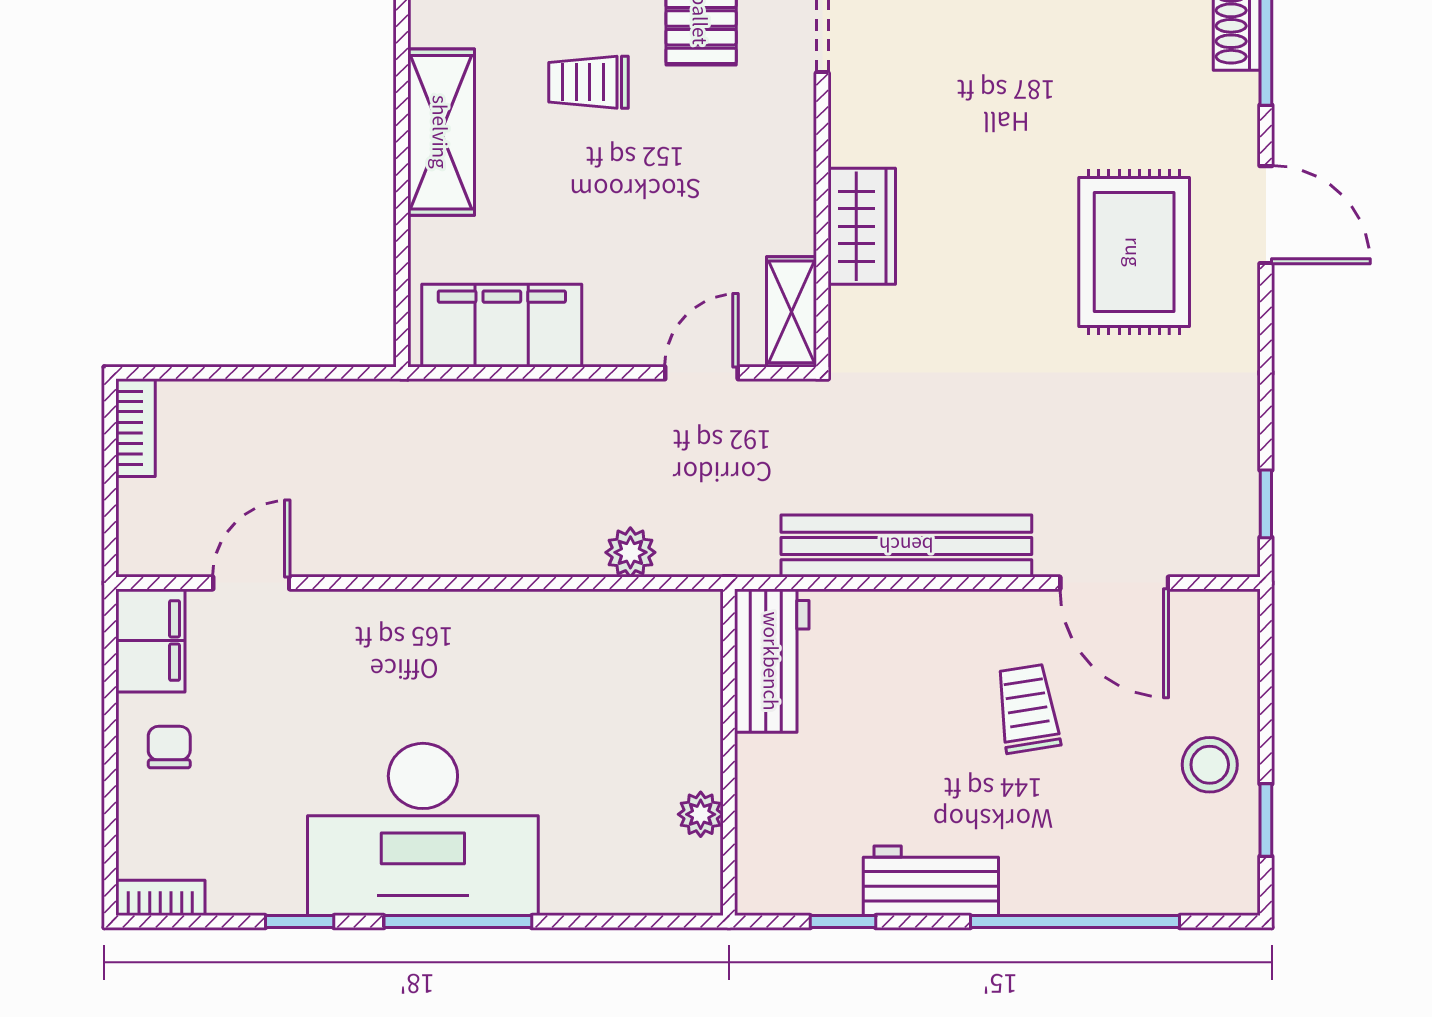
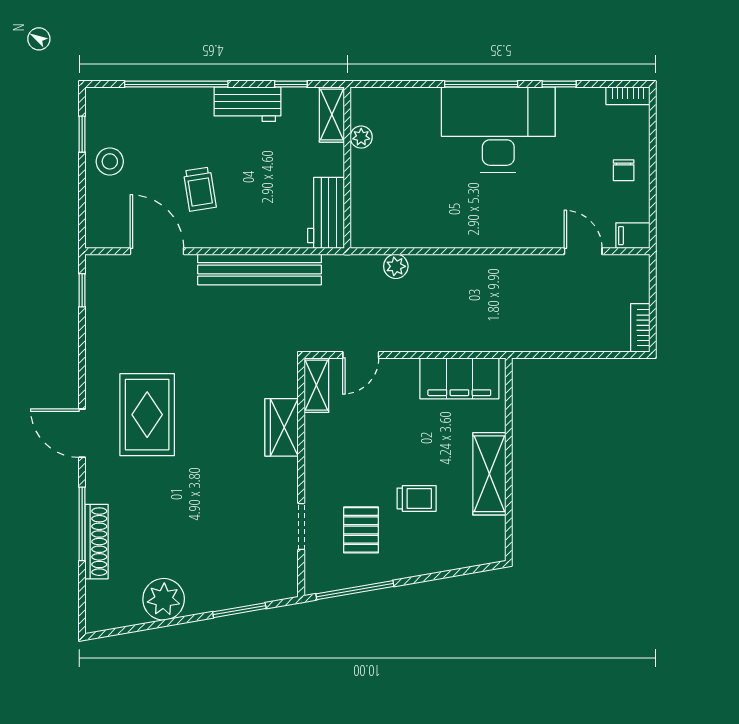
door: (251, 583) -> (583, 251), swing flipped
filing cabinet: (150, 640) -> (633, 236), width x0.50
shelving: (760, 860) -> (332, 115), added

